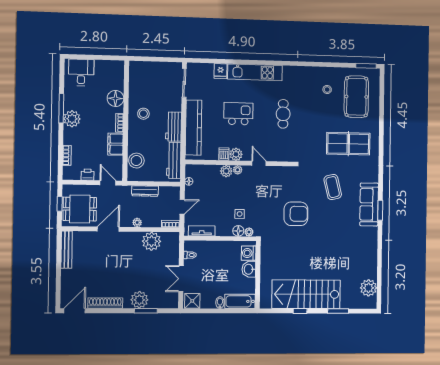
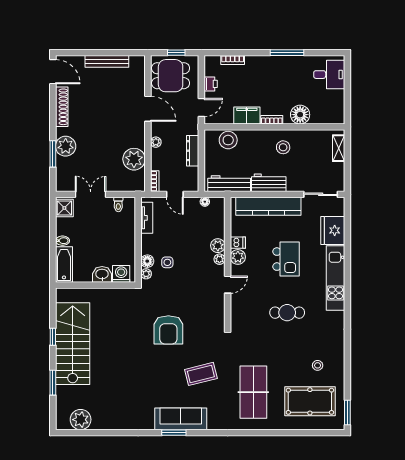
shelving: (145, 66) -> (339, 148), added
fridge: (221, 71) -> (333, 230), width x1.88, depth x1.34
plant: (72, 119) -> (275, 65), removed
dining table: (80, 209) -> (171, 76), turned 90
bench: (67, 250) -> (107, 61), moved

